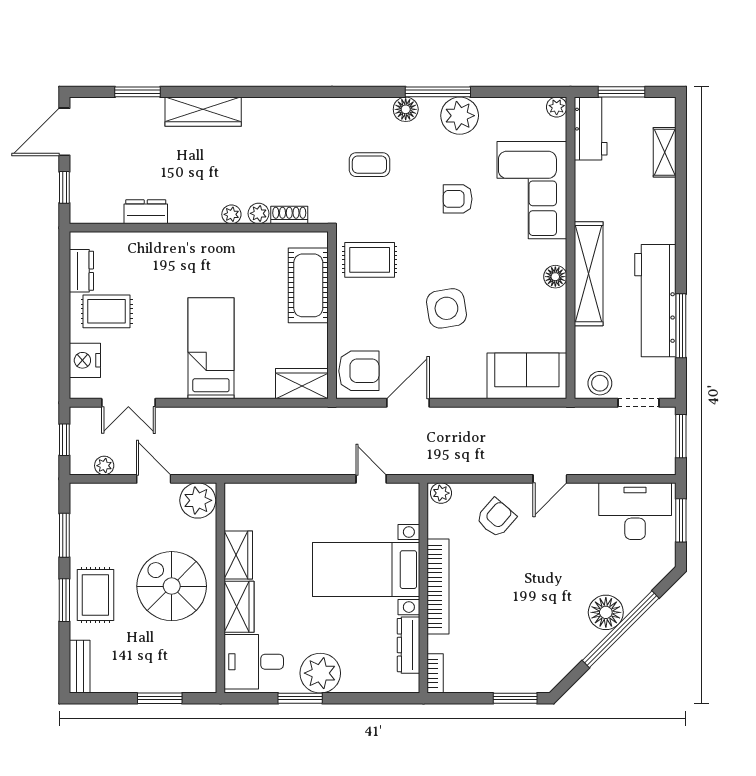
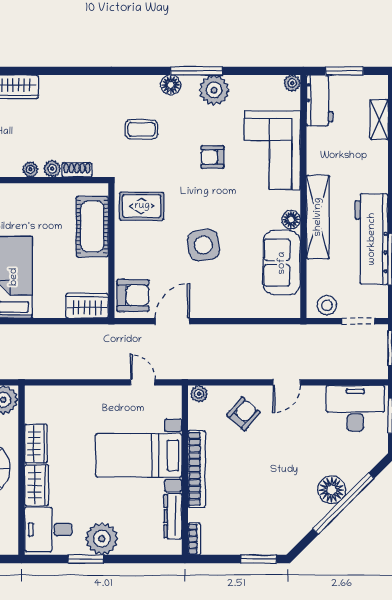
sofa: (527, 376) -> (282, 263), moved, turned -90

